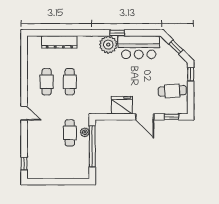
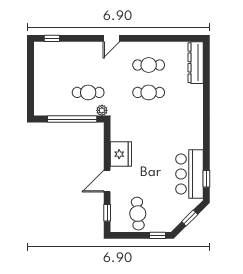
window: (117, 33) -> (206, 179), moved
dresser: (59, 42) -> (196, 63), moved
plant: (108, 45) -> (193, 138), removed
plant: (85, 132) -> (102, 110), moved

